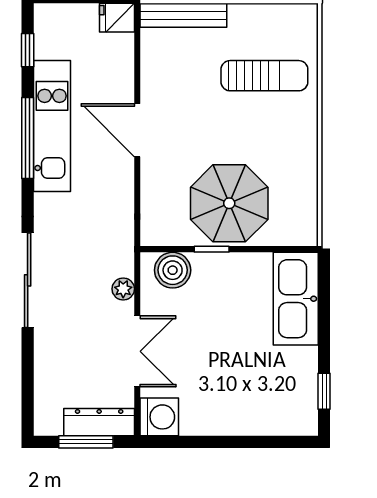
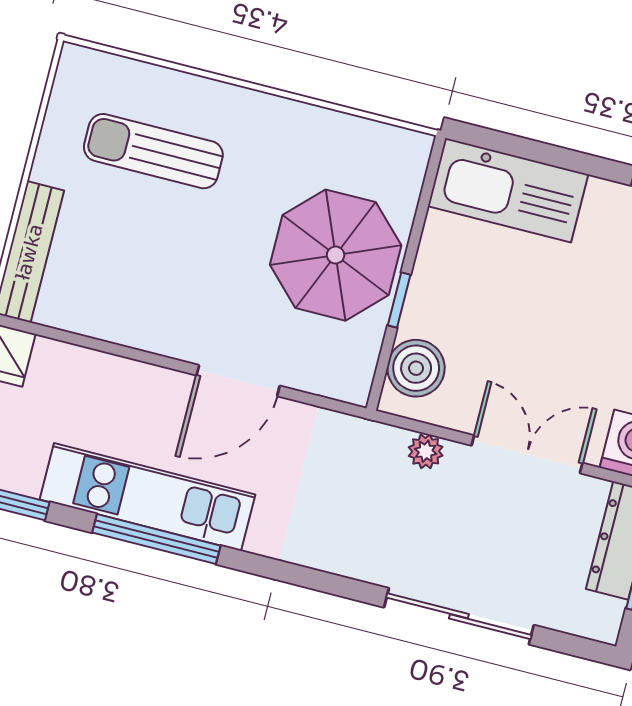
sun lounger: (264, 76) -> (153, 151), turned -90
door: (137, 130) -> (238, 381), moved
sliding door: (28, 280) -> (459, 616), moved

